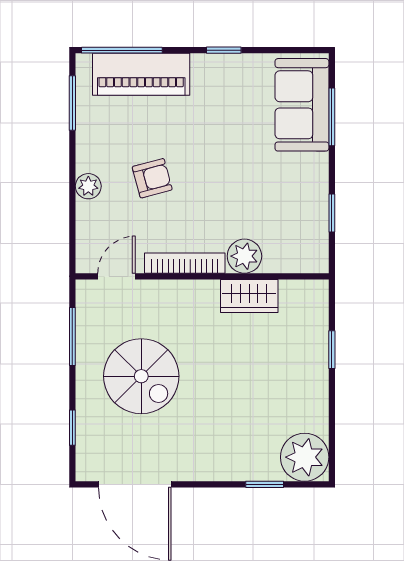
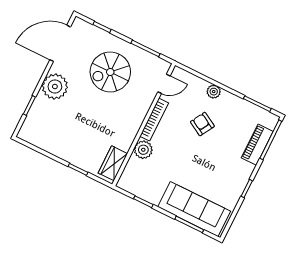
piano: (141, 74) -> (257, 145), width x0.73, depth x0.75
sofa: (302, 105) -> (194, 209), width x1.36
armchair: (152, 178) -> (202, 124), turned 135
door: (117, 276) -> (164, 84), hinge flipped
wardrobe: (249, 296) -> (113, 163), moved
plant: (305, 457) -> (55, 87), moved

